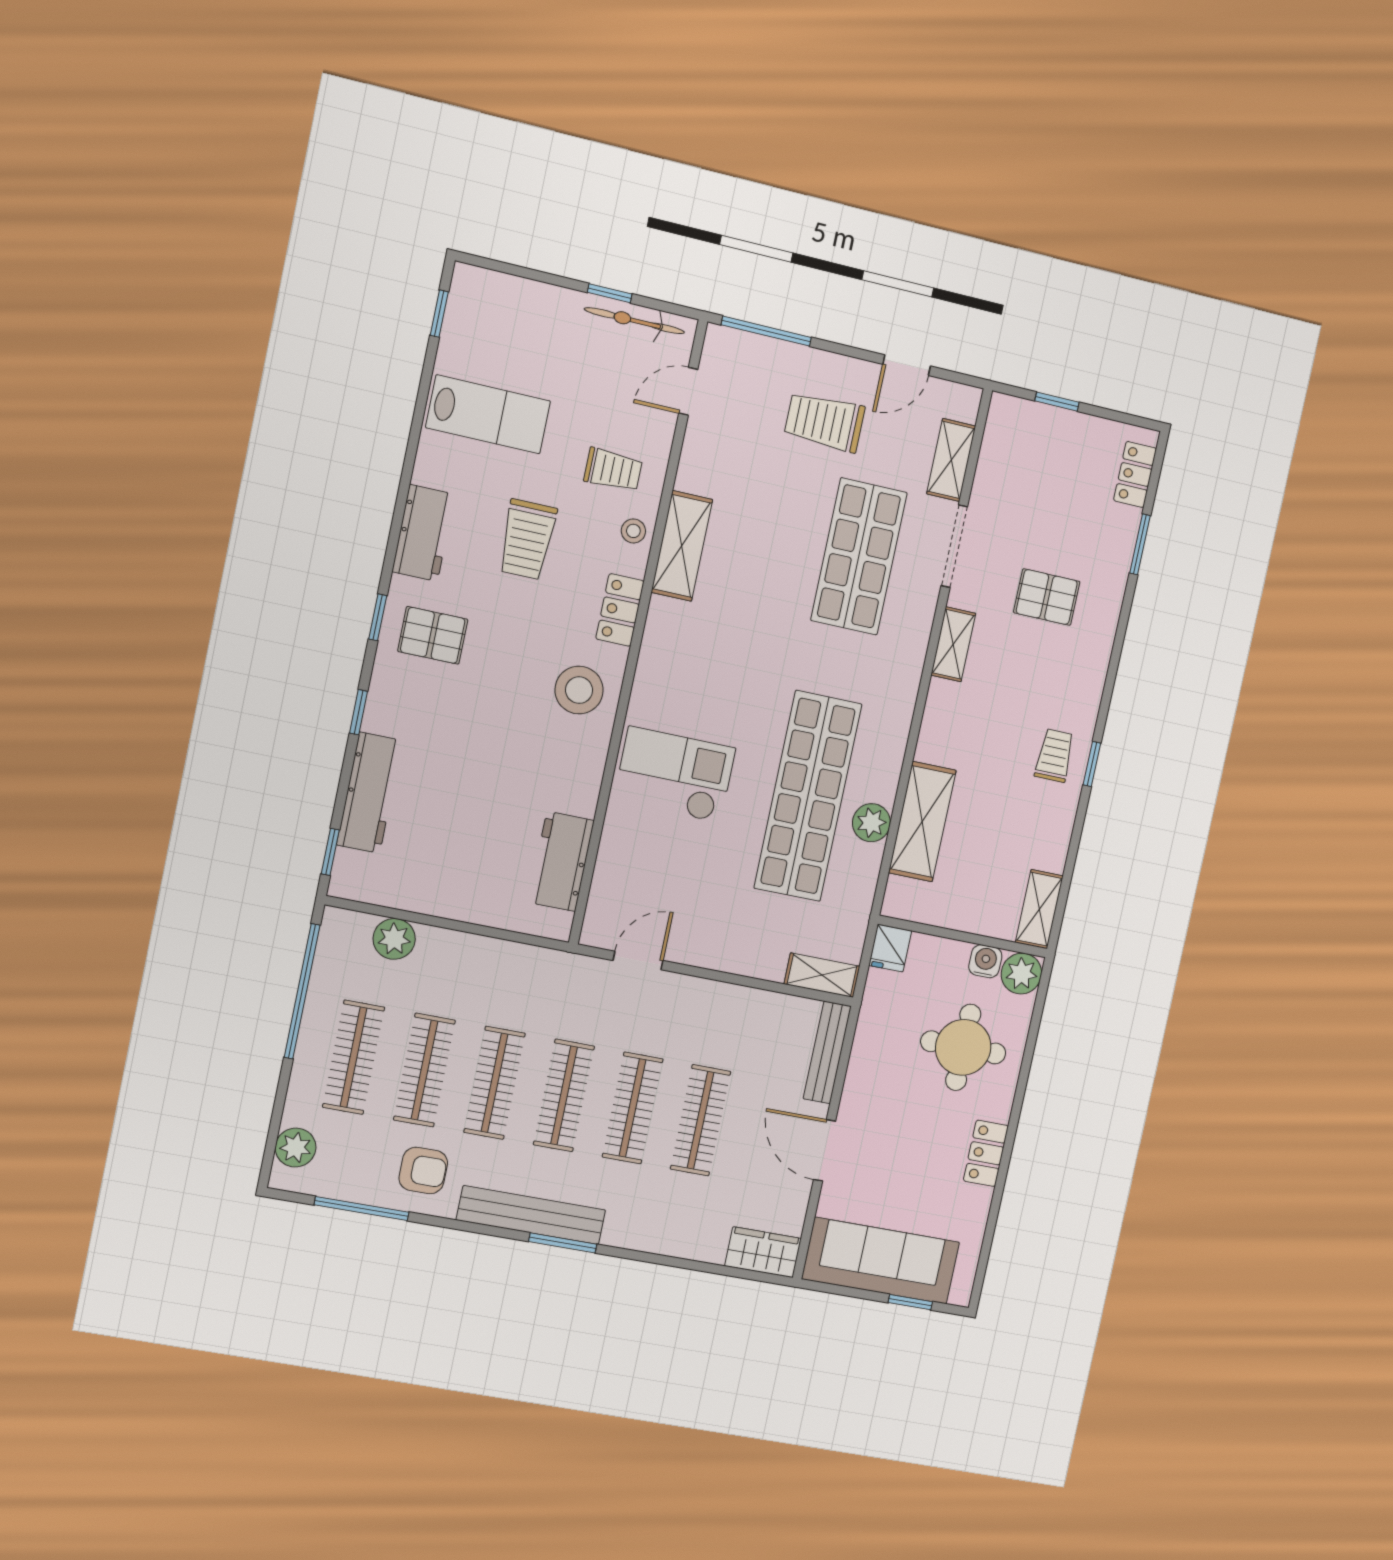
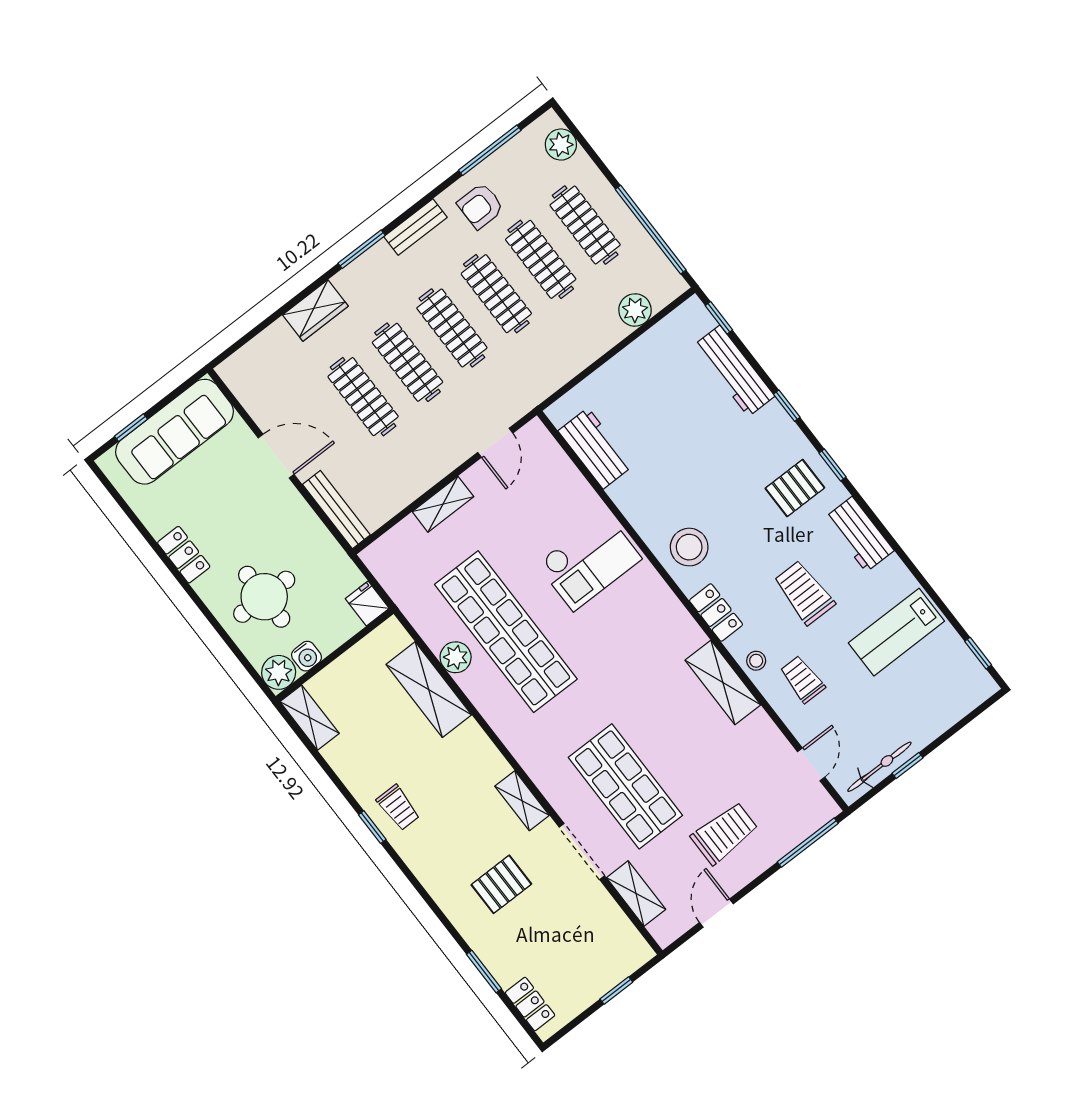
trolley: (613, 470) -> (802, 679), turned 90
shelving: (822, 975) -> (443, 504), moved
bench: (531, 1215) -> (416, 227), width x0.54, depth x0.82
wardrobe: (763, 1252) -> (315, 311), moved

